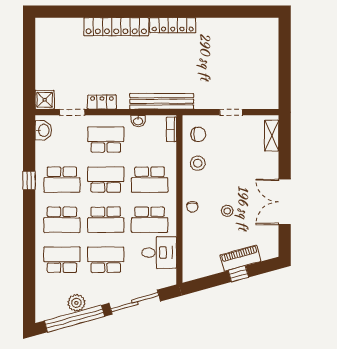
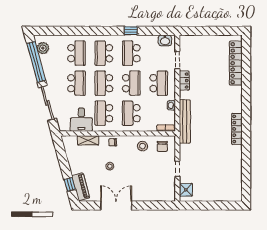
locker: (116, 27) -> (236, 63), moved
shower: (45, 100) -> (186, 190), moved
shelving: (272, 136) -> (88, 140), moved
piano: (240, 258) -> (81, 187), moved
window: (238, 274) -> (70, 184), moved
plant: (76, 303) -> (43, 48), moved

